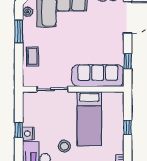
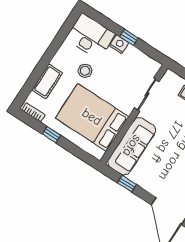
bed: (89, 119) -> (92, 117), width x1.50
window: (128, 128) -> (51, 135), moved

